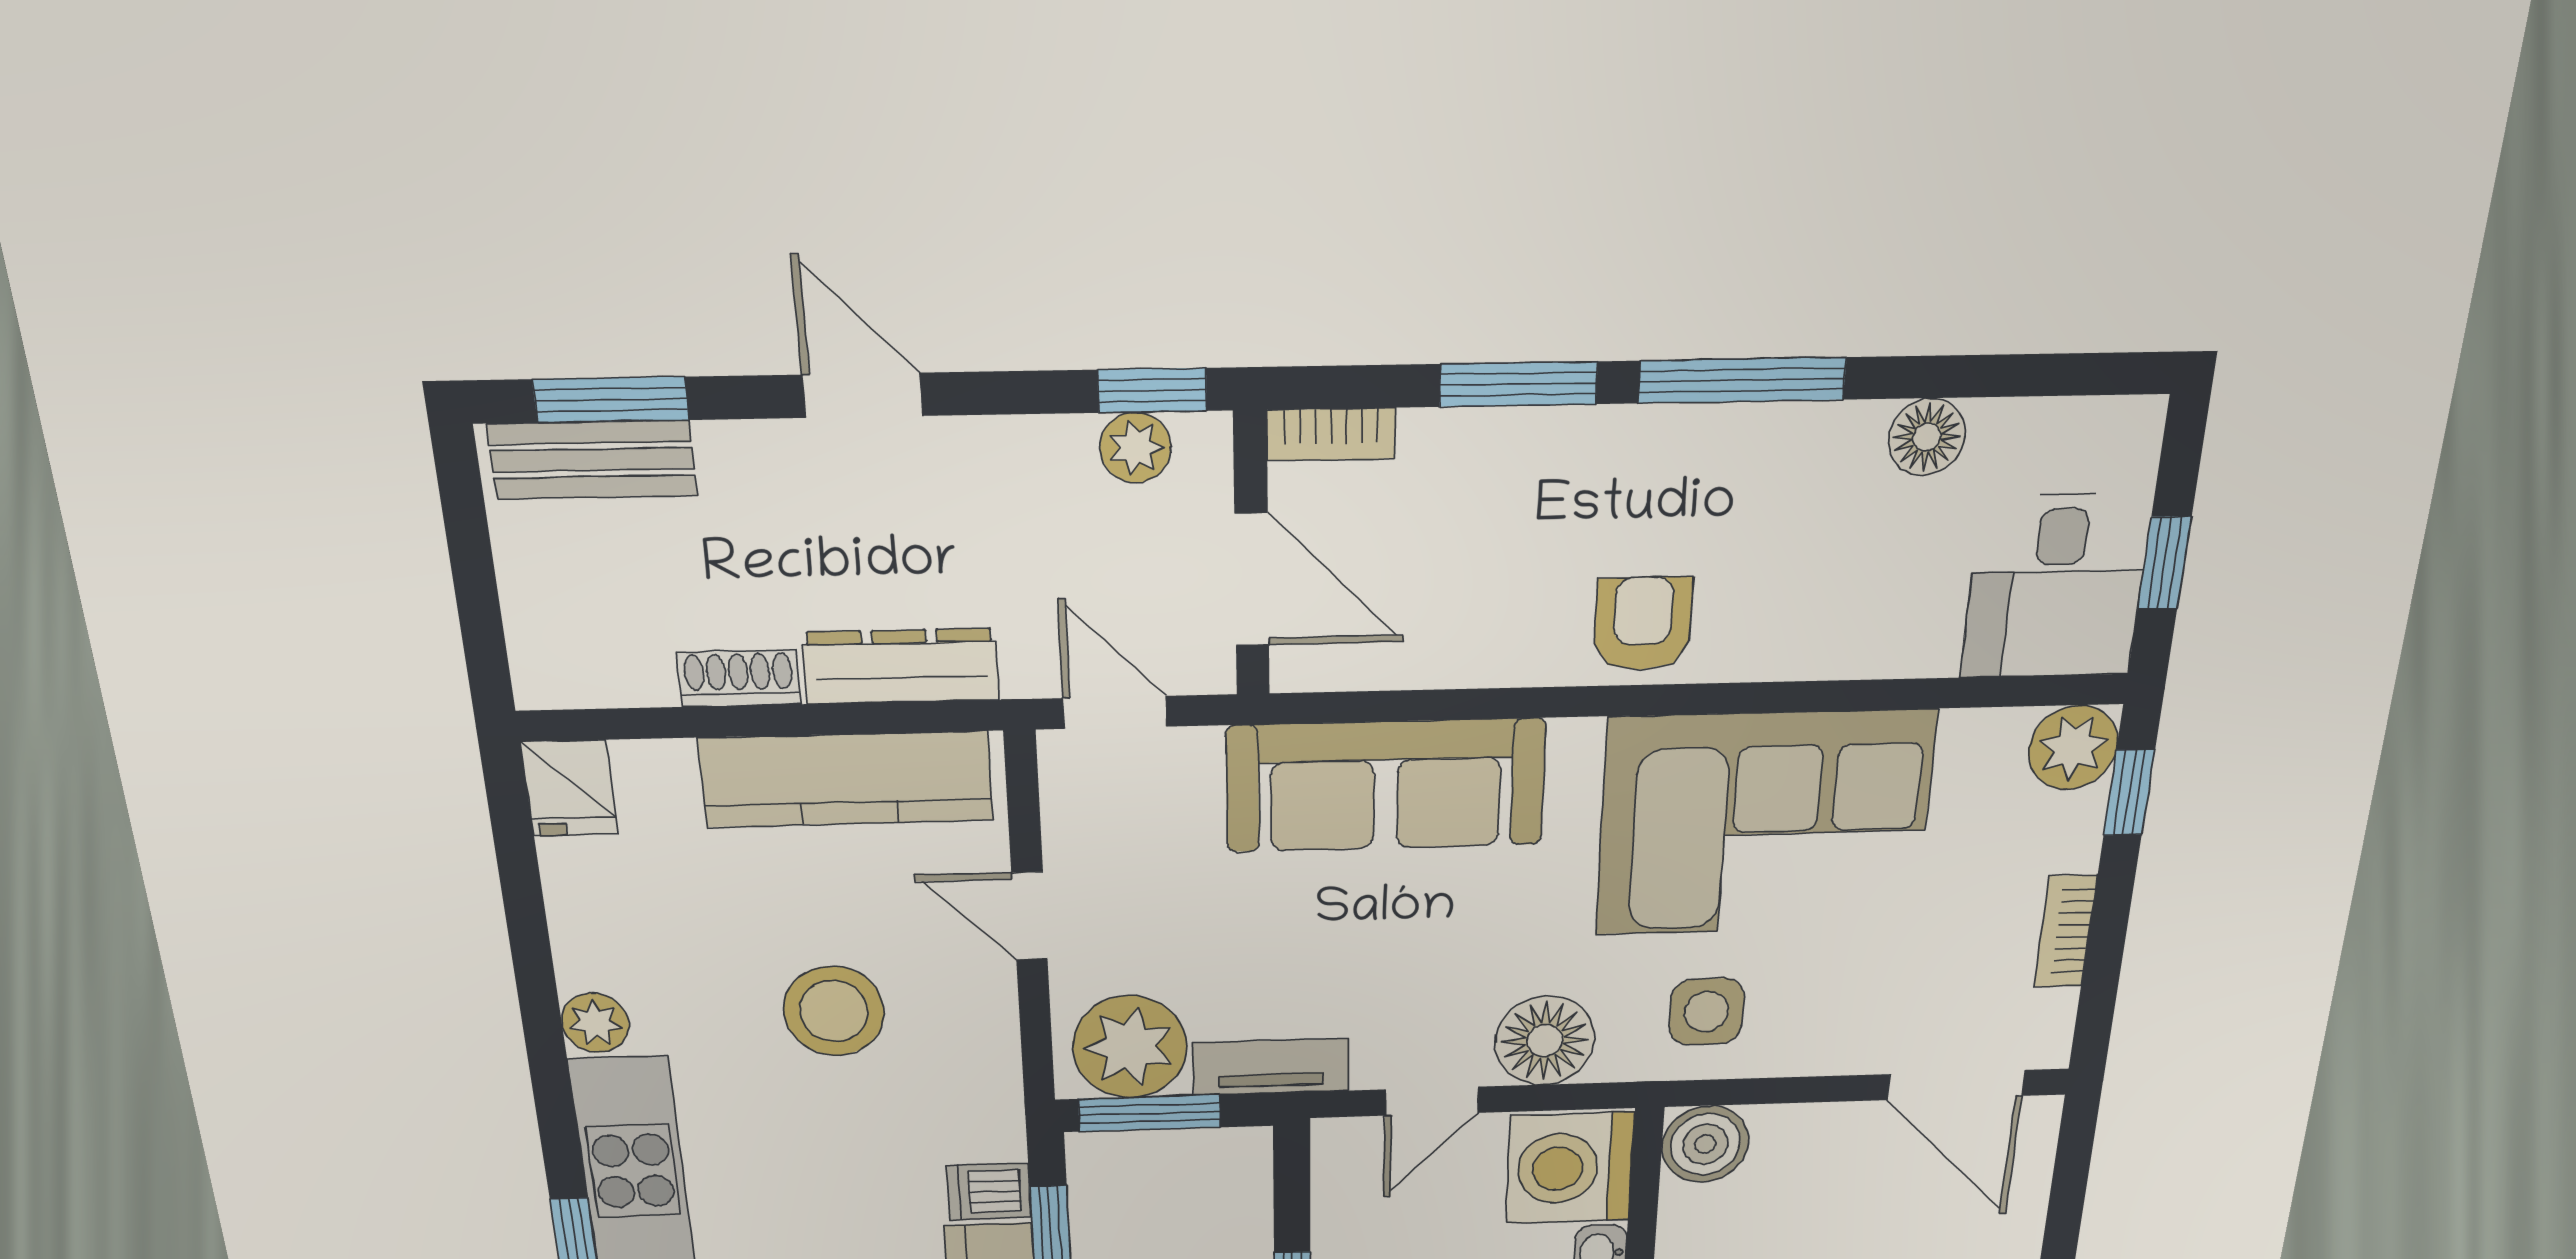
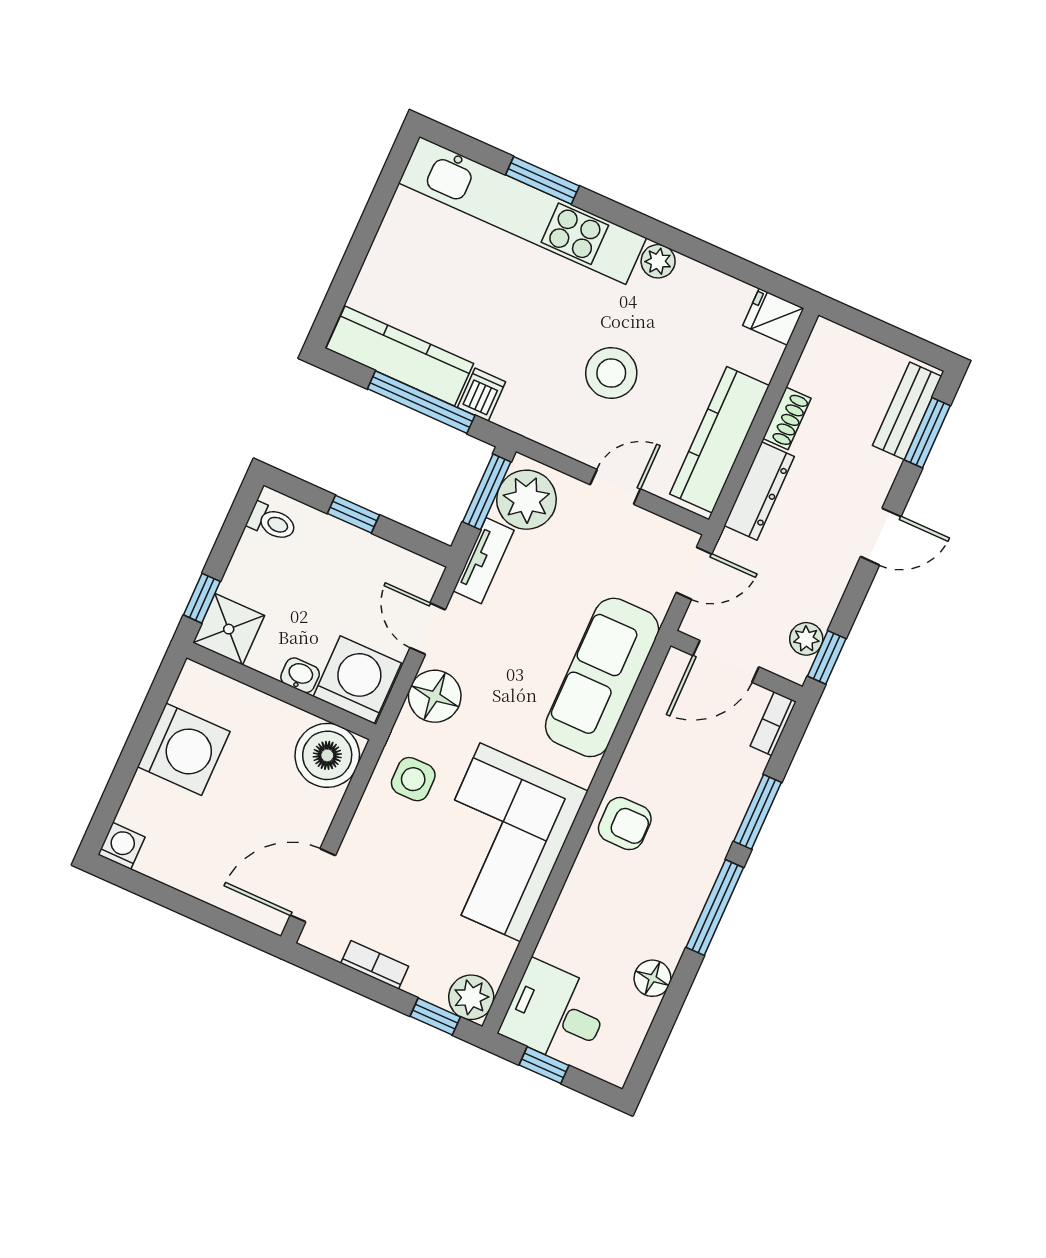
boiler: (1705, 1144) -> (327, 755), width x1.37, depth x1.37

